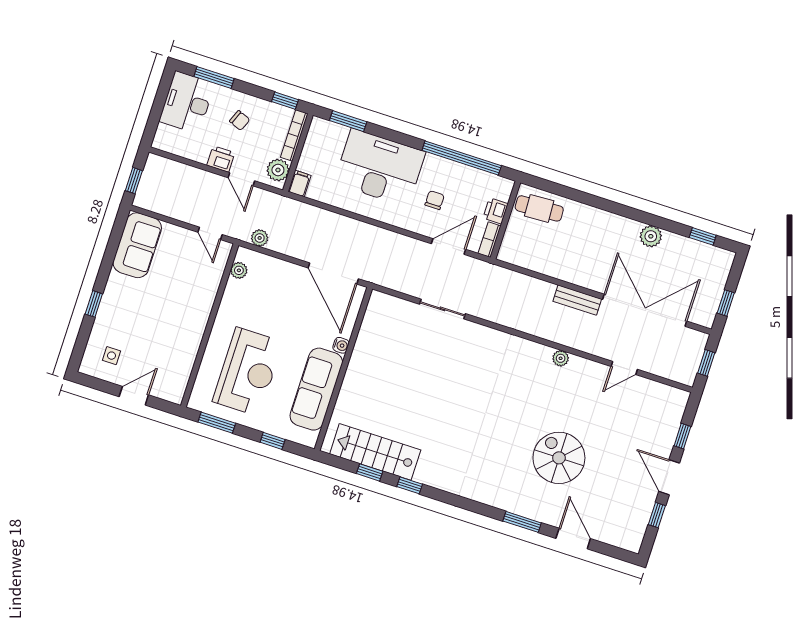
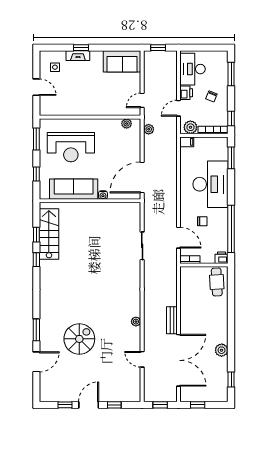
desk: (187, 102) -> (193, 69), moved, turned -90
printer: (495, 211) -> (222, 258), moved
fireplace: (105, 313) -> (78, 56), added

